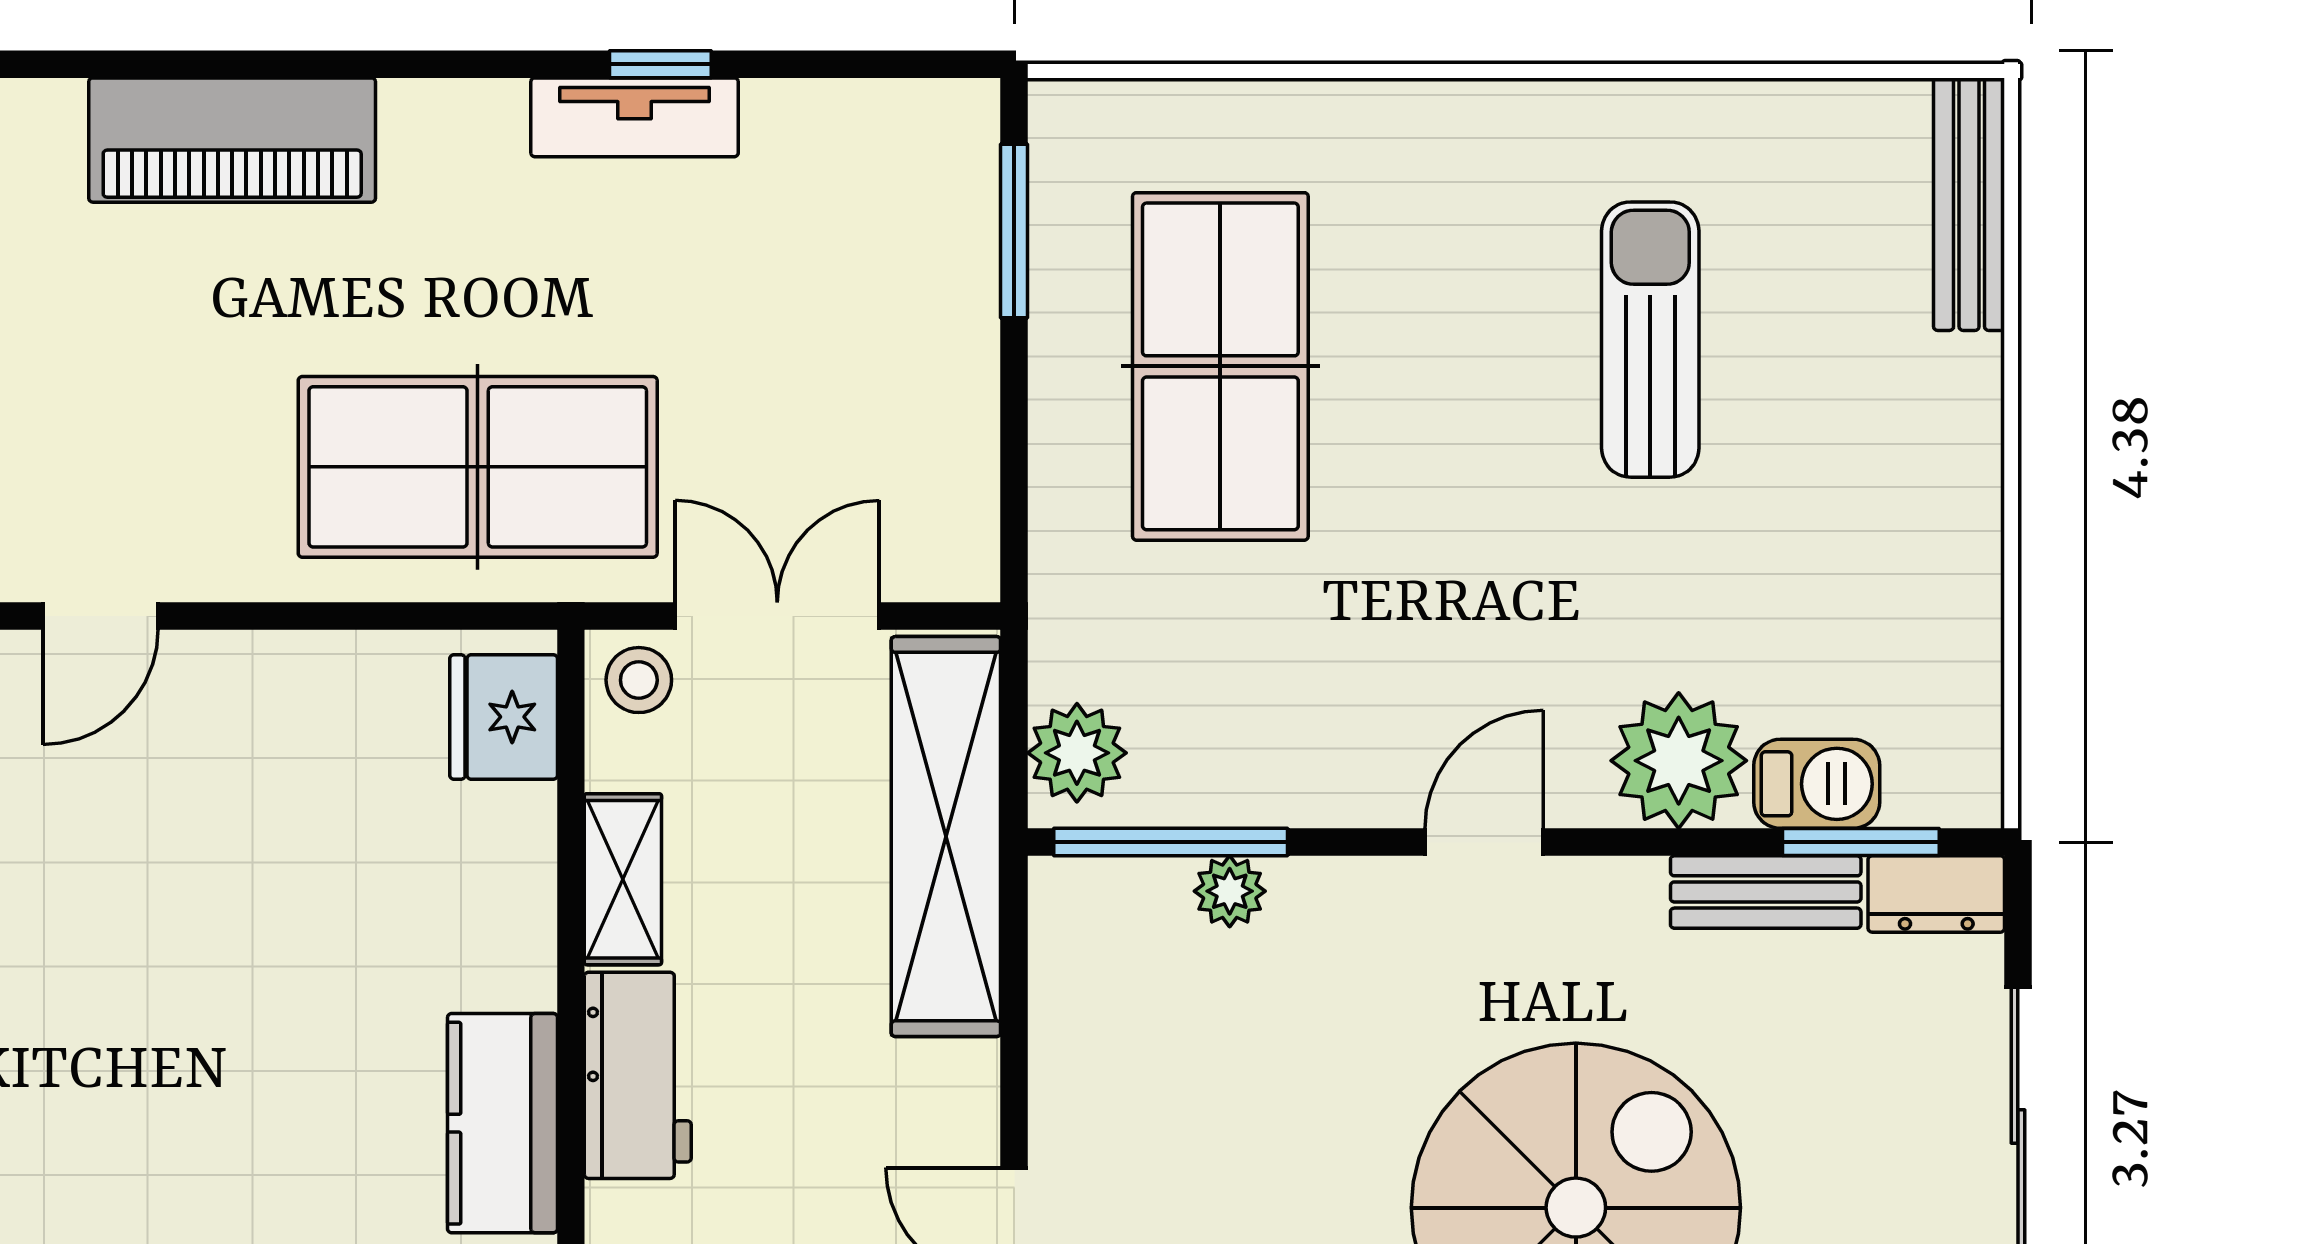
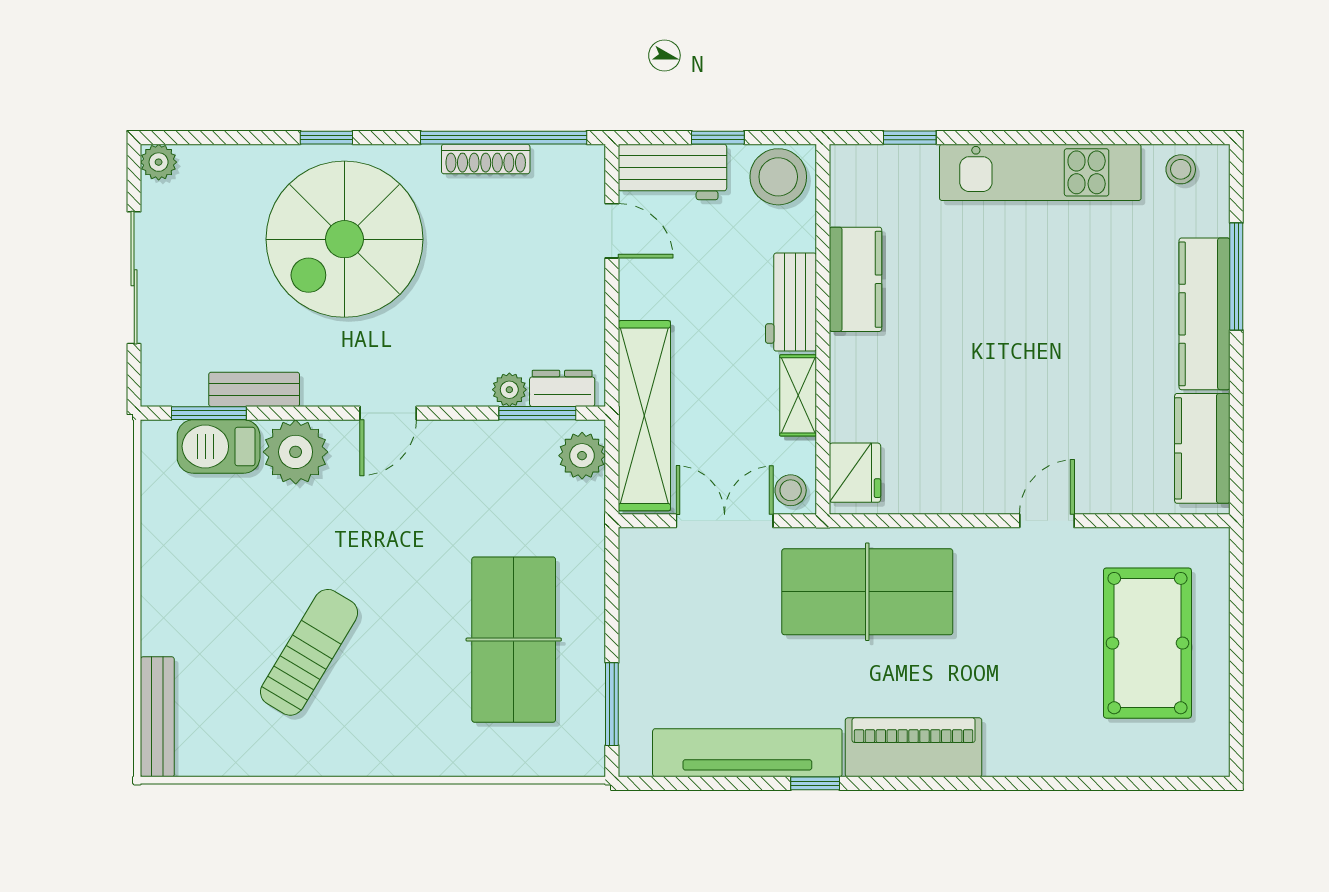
window: (660, 64) -> (815, 783), moved
tv unit: (635, 117) -> (747, 753), width x1.92, depth x1.29
piano: (232, 140) -> (914, 747), moved
sun lounger: (1650, 340) -> (309, 652), turned -149
double door: (777, 616) -> (725, 521), swing flipped
barbecue: (1817, 784) -> (219, 446), width x1.38, depth x1.27
window: (1171, 842) -> (537, 413), width x0.69
dresser: (1936, 894) -> (562, 388), moved

